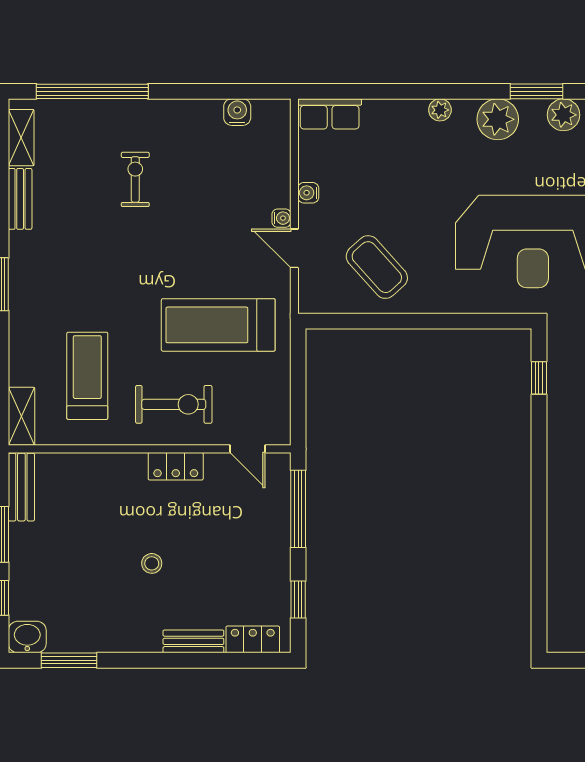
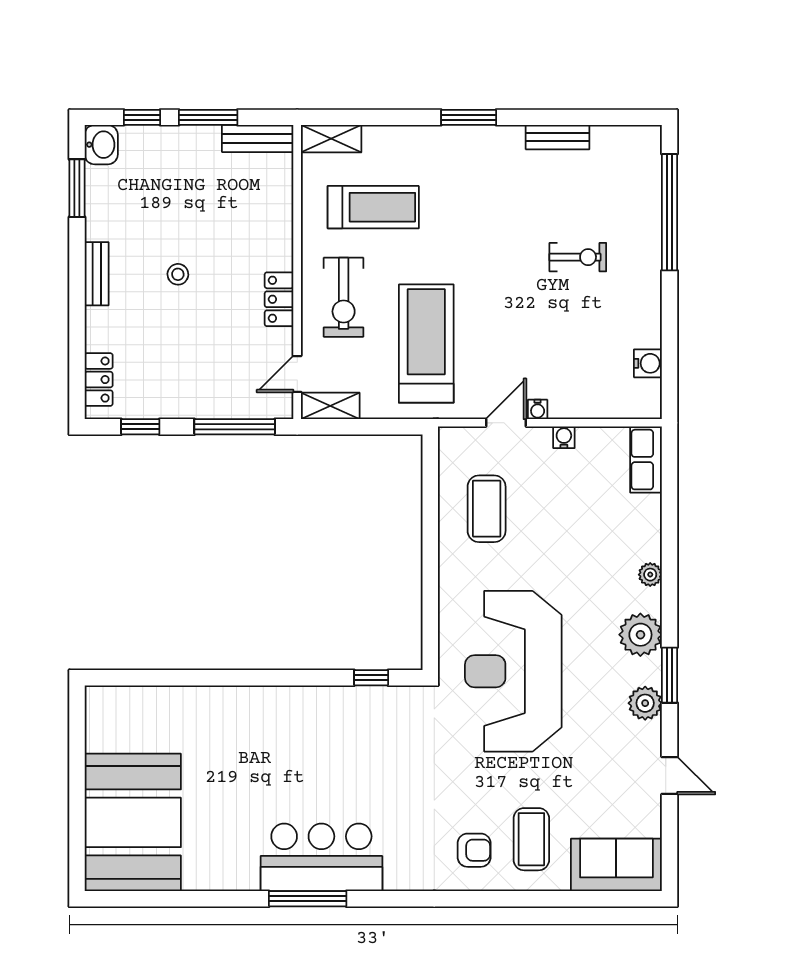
shelving: (21, 138) -> (330, 406), moved
coffee table: (377, 267) -> (487, 509), turned -48
bench: (193, 641) -> (97, 274), moved

